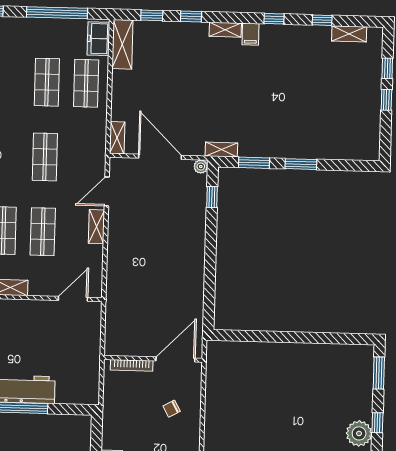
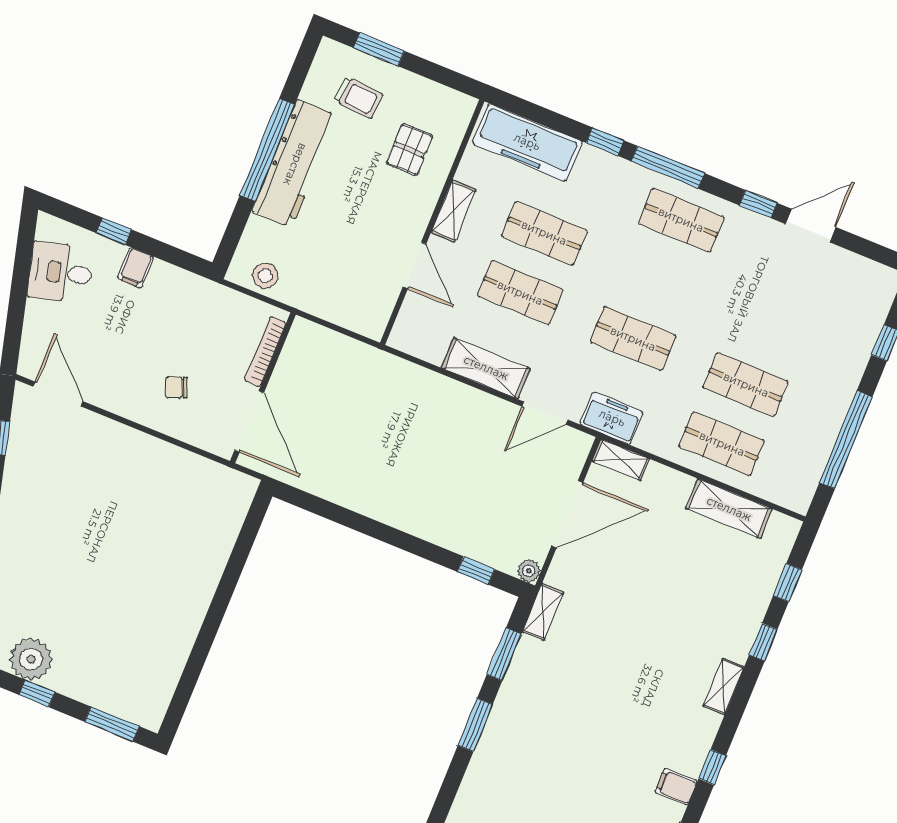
filing cabinet: (251, 34) -> (676, 787), moved
freezer: (98, 39) -> (612, 418), moved
shelving: (122, 44) -> (729, 509), moved
door: (107, 191) -> (545, 413), swing flipped
shelving: (96, 227) -> (486, 368), width x1.50, depth x1.33
door: (73, 299) -> (415, 265), moved
stool: (88, 382) -> (265, 276), added
chair: (172, 409) -> (176, 387), turned -82

